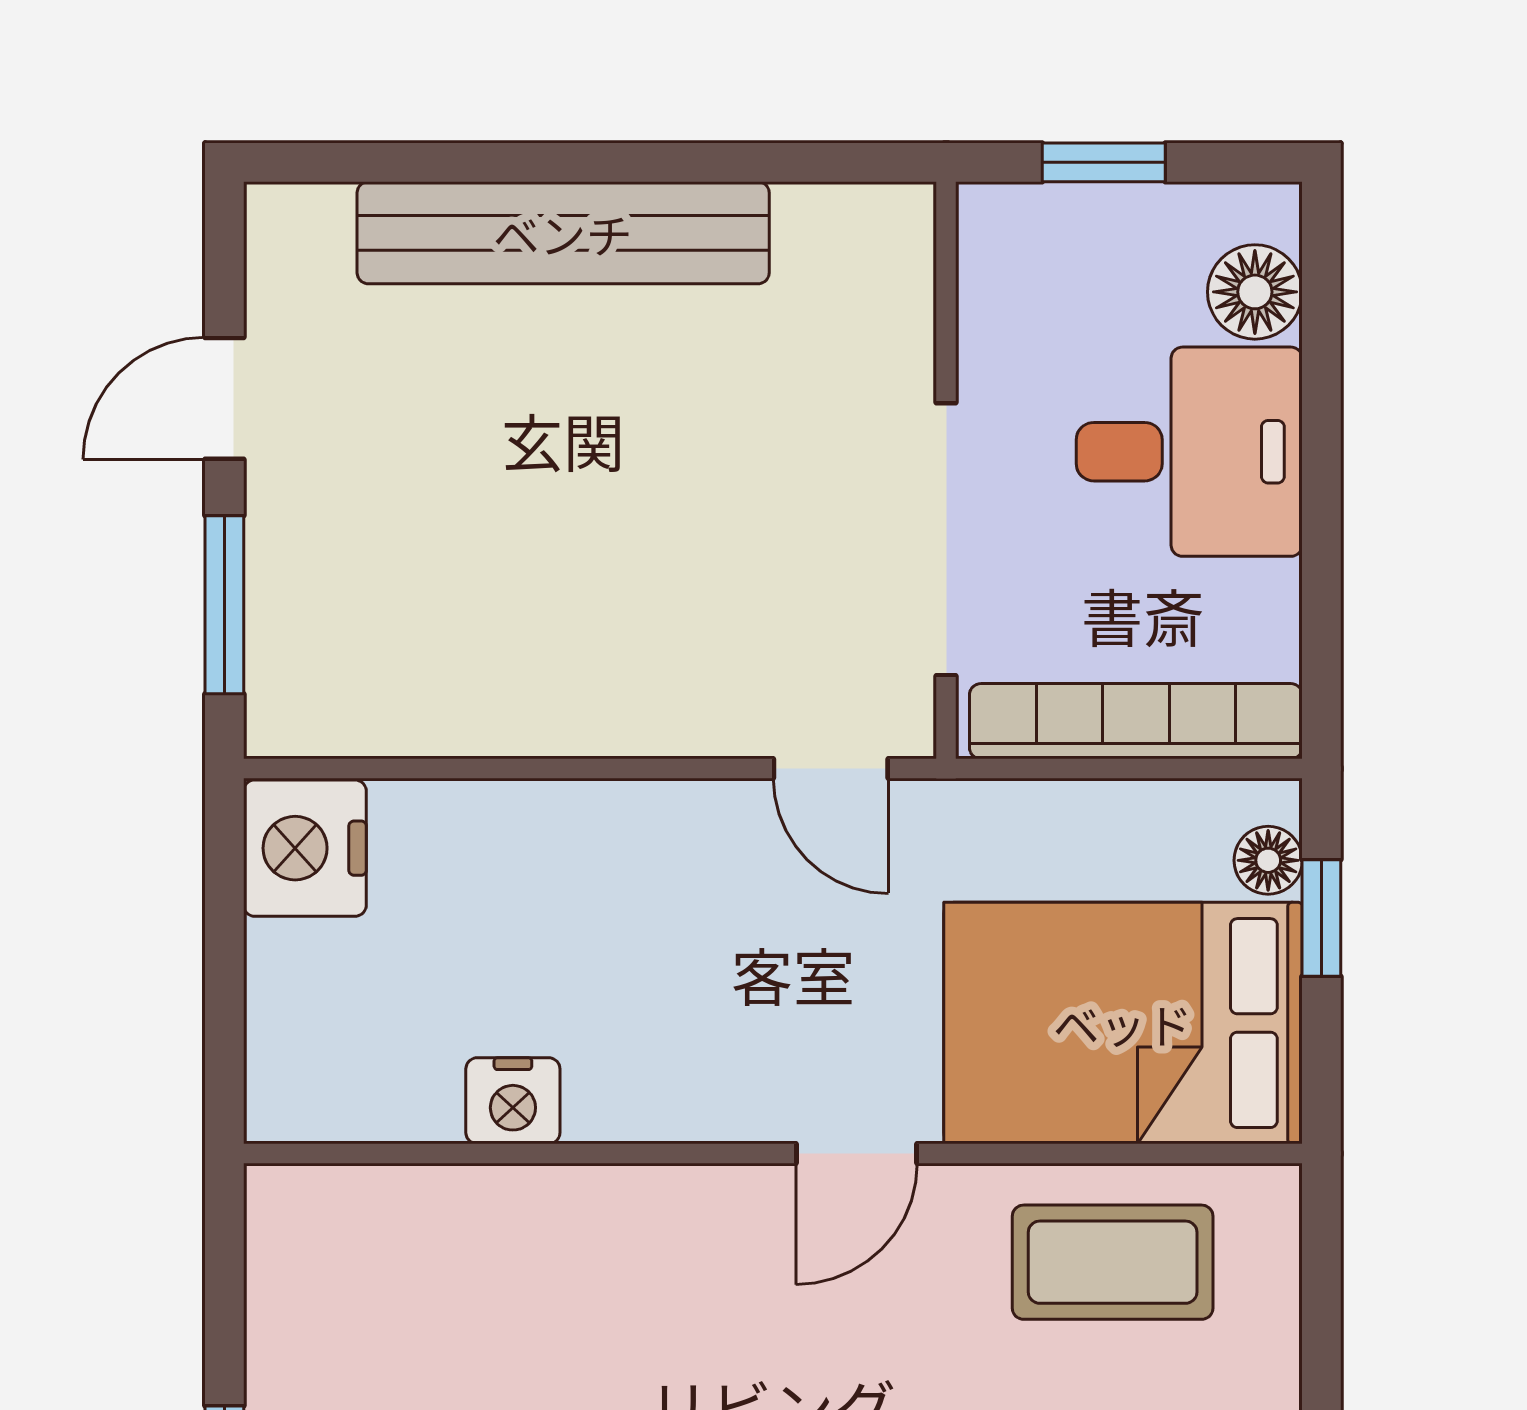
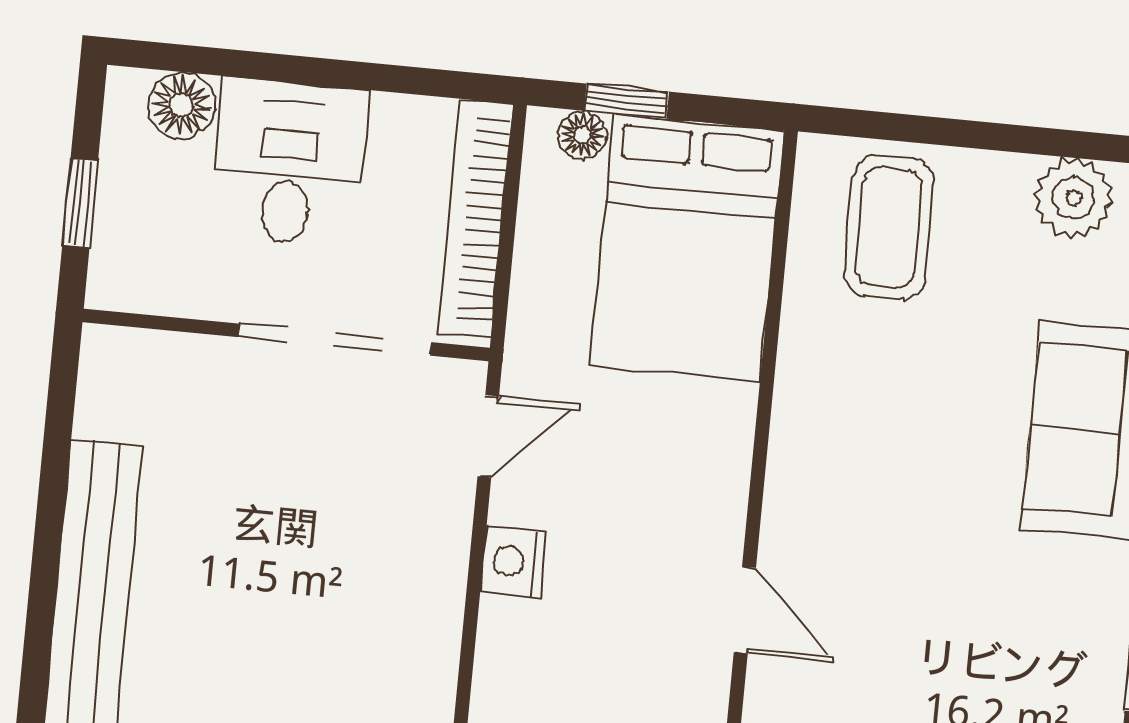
nightstand: (513, 1101) -> (514, 562), moved, turned 180
door: (857, 1154) -> (745, 610), moved
coffee table: (1113, 1262) -> (889, 227), moved

